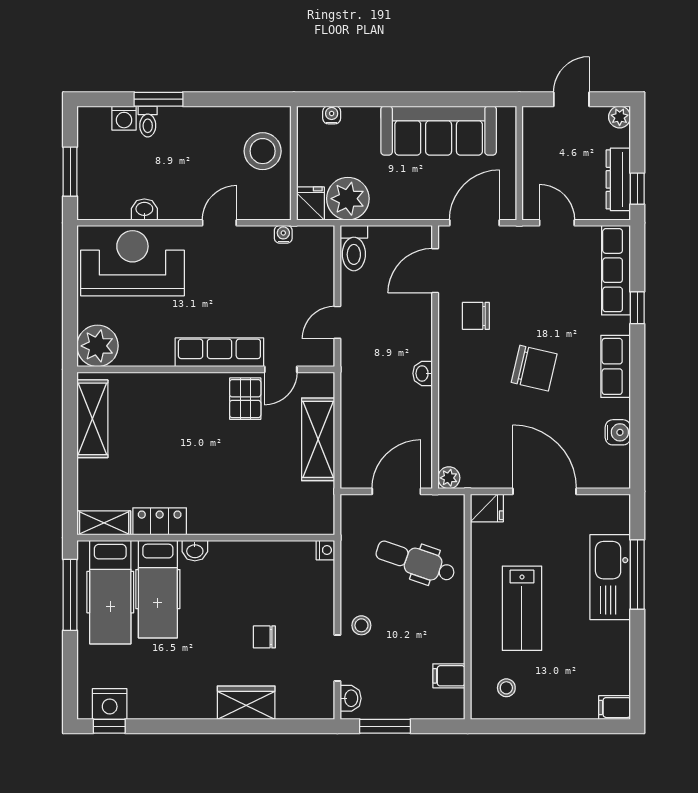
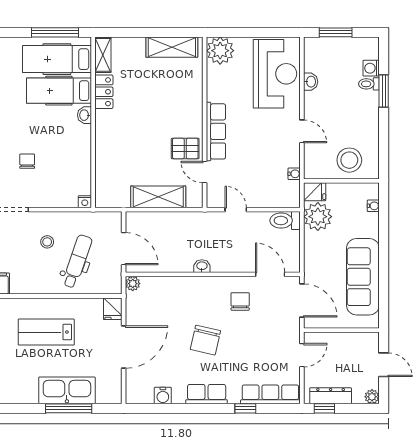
stool: (361, 625) -> (47, 242), moved

